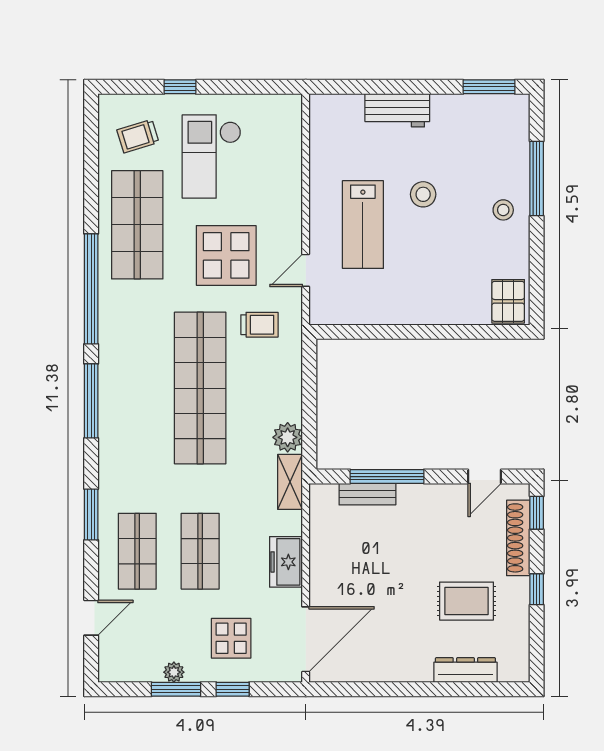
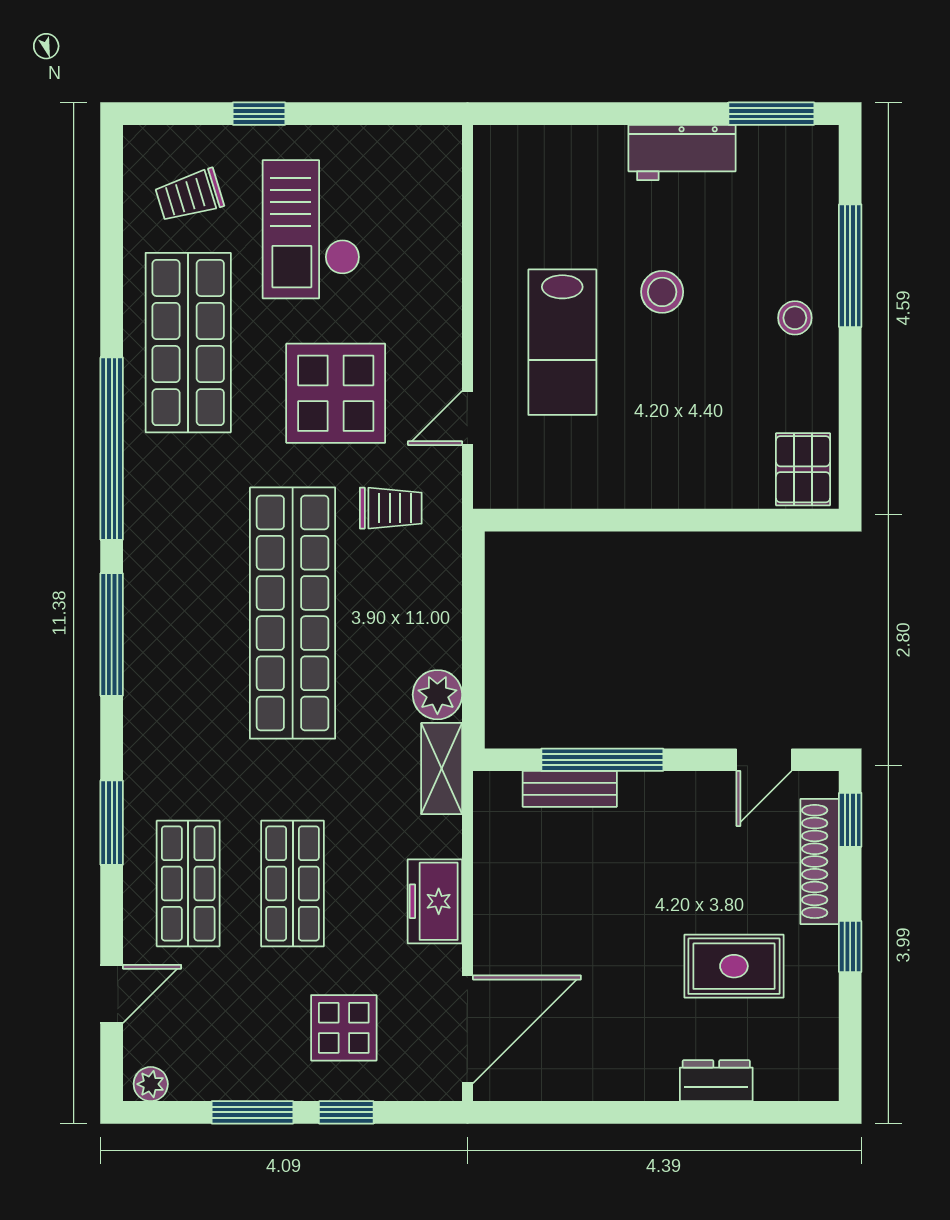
workbench: (397, 110) -> (682, 153), moved
dresser: (465, 670) -> (716, 1081), width x0.70
plant: (174, 672) -> (151, 1084), moved

